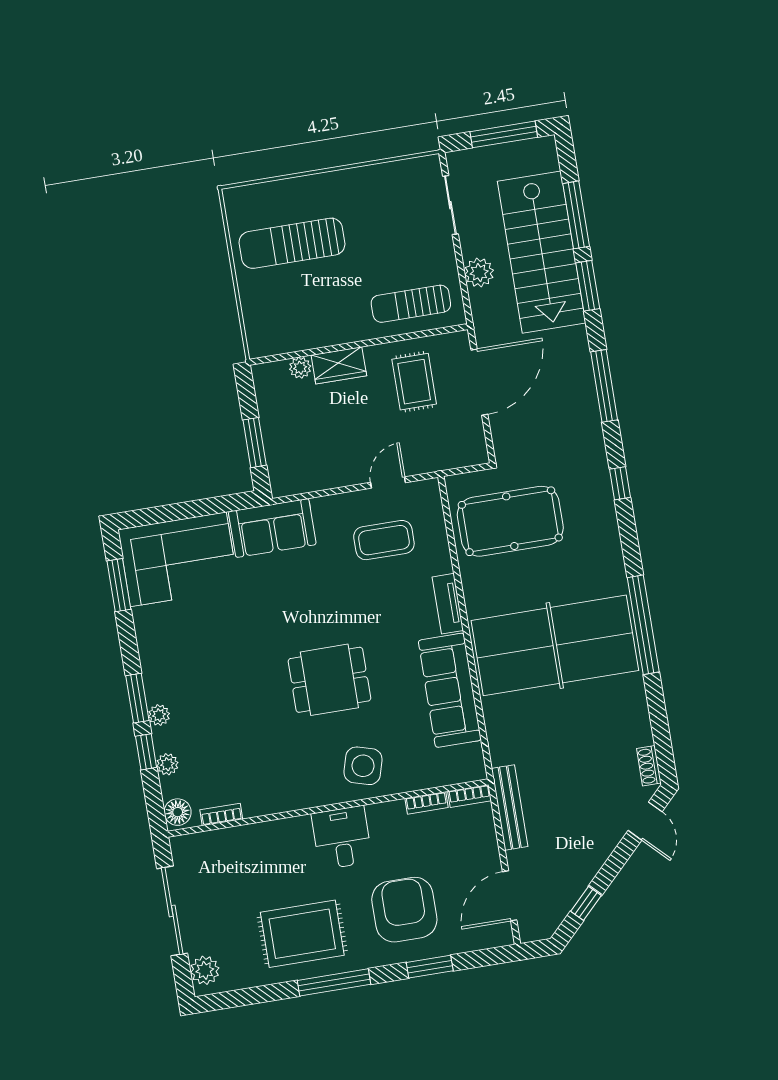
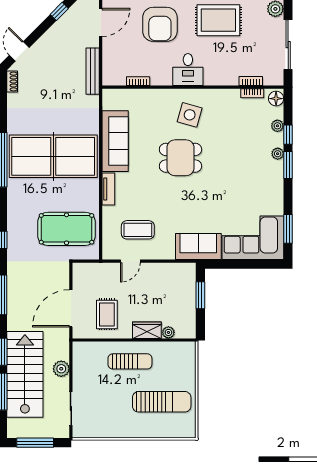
sun lounger: (411, 304) -> (130, 361), moved
side table: (363, 766) -> (190, 115), moved
bookcase: (469, 796) -> (251, 81), moved

